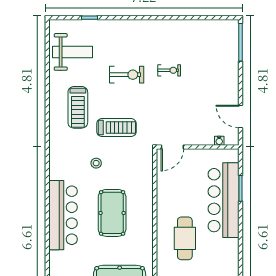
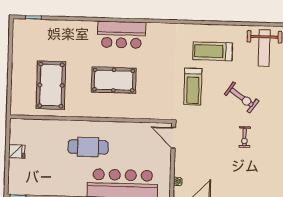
exercise bike: (127, 75) -> (242, 97), turned -55
stool: (96, 163) -> (160, 67), removed
bar counter: (63, 215) -> (122, 35), width x0.73

